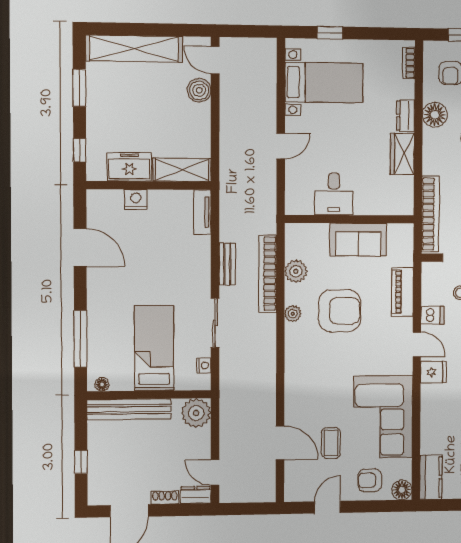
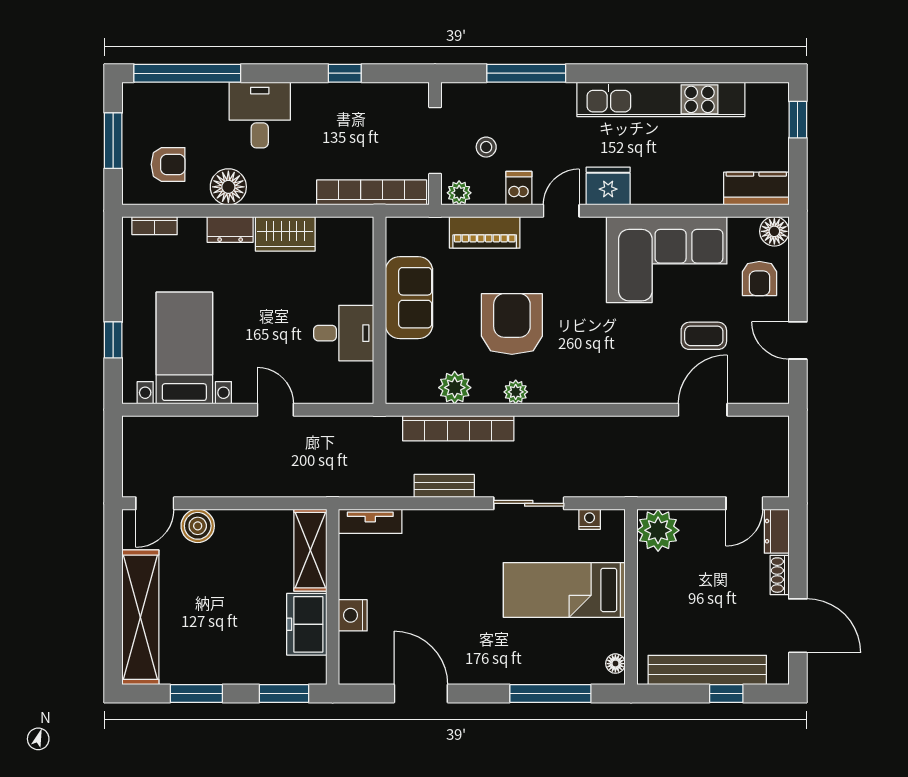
window: (80, 150) -> (284, 693), width x1.50
door: (80, 248) -> (421, 693), hinge flipped
plant: (430, 274) -> (459, 193), added
fridge: (433, 372) -> (608, 186), width x1.38
bench: (129, 409) -> (707, 670), moved, turned 90

